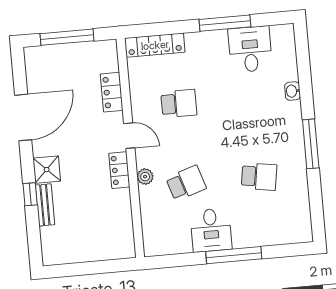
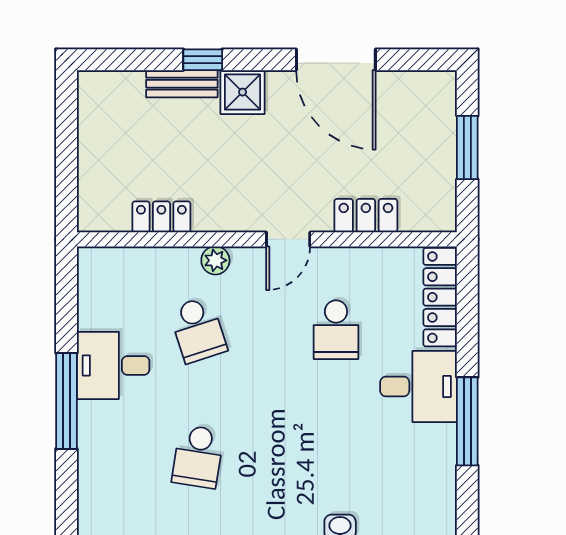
window: (67, 37) -> (467, 147), width x0.69
desk: (250, 49) -> (419, 386), moved
locker: (119, 170) -> (161, 217), moved

